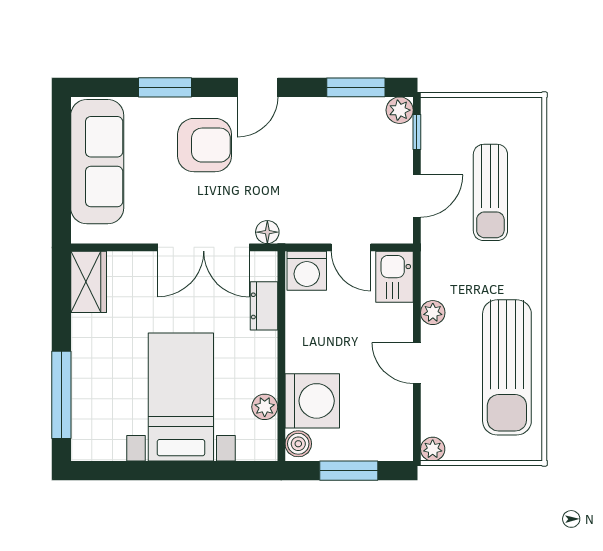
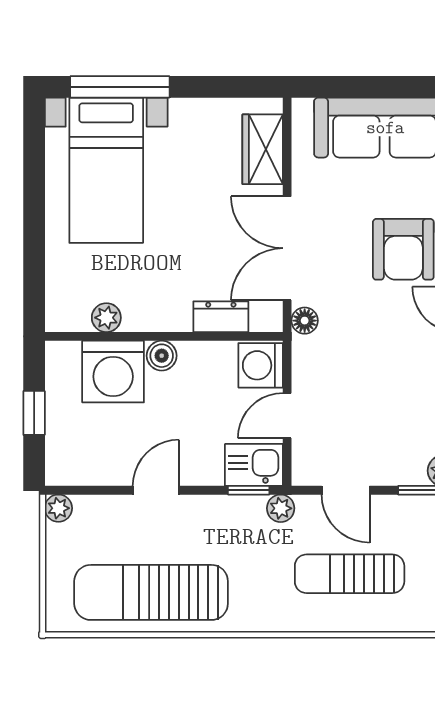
window: (417, 281) -> (249, 490), added
wardrobe: (89, 282) -> (263, 149), moved, turned 90
plant: (433, 313) -> (281, 508), moved
bed with nightstands: (181, 397) -> (106, 170), moved, turned 90
boiler: (298, 444) -> (162, 356), moved
window: (349, 471) -> (34, 413), width x0.67

